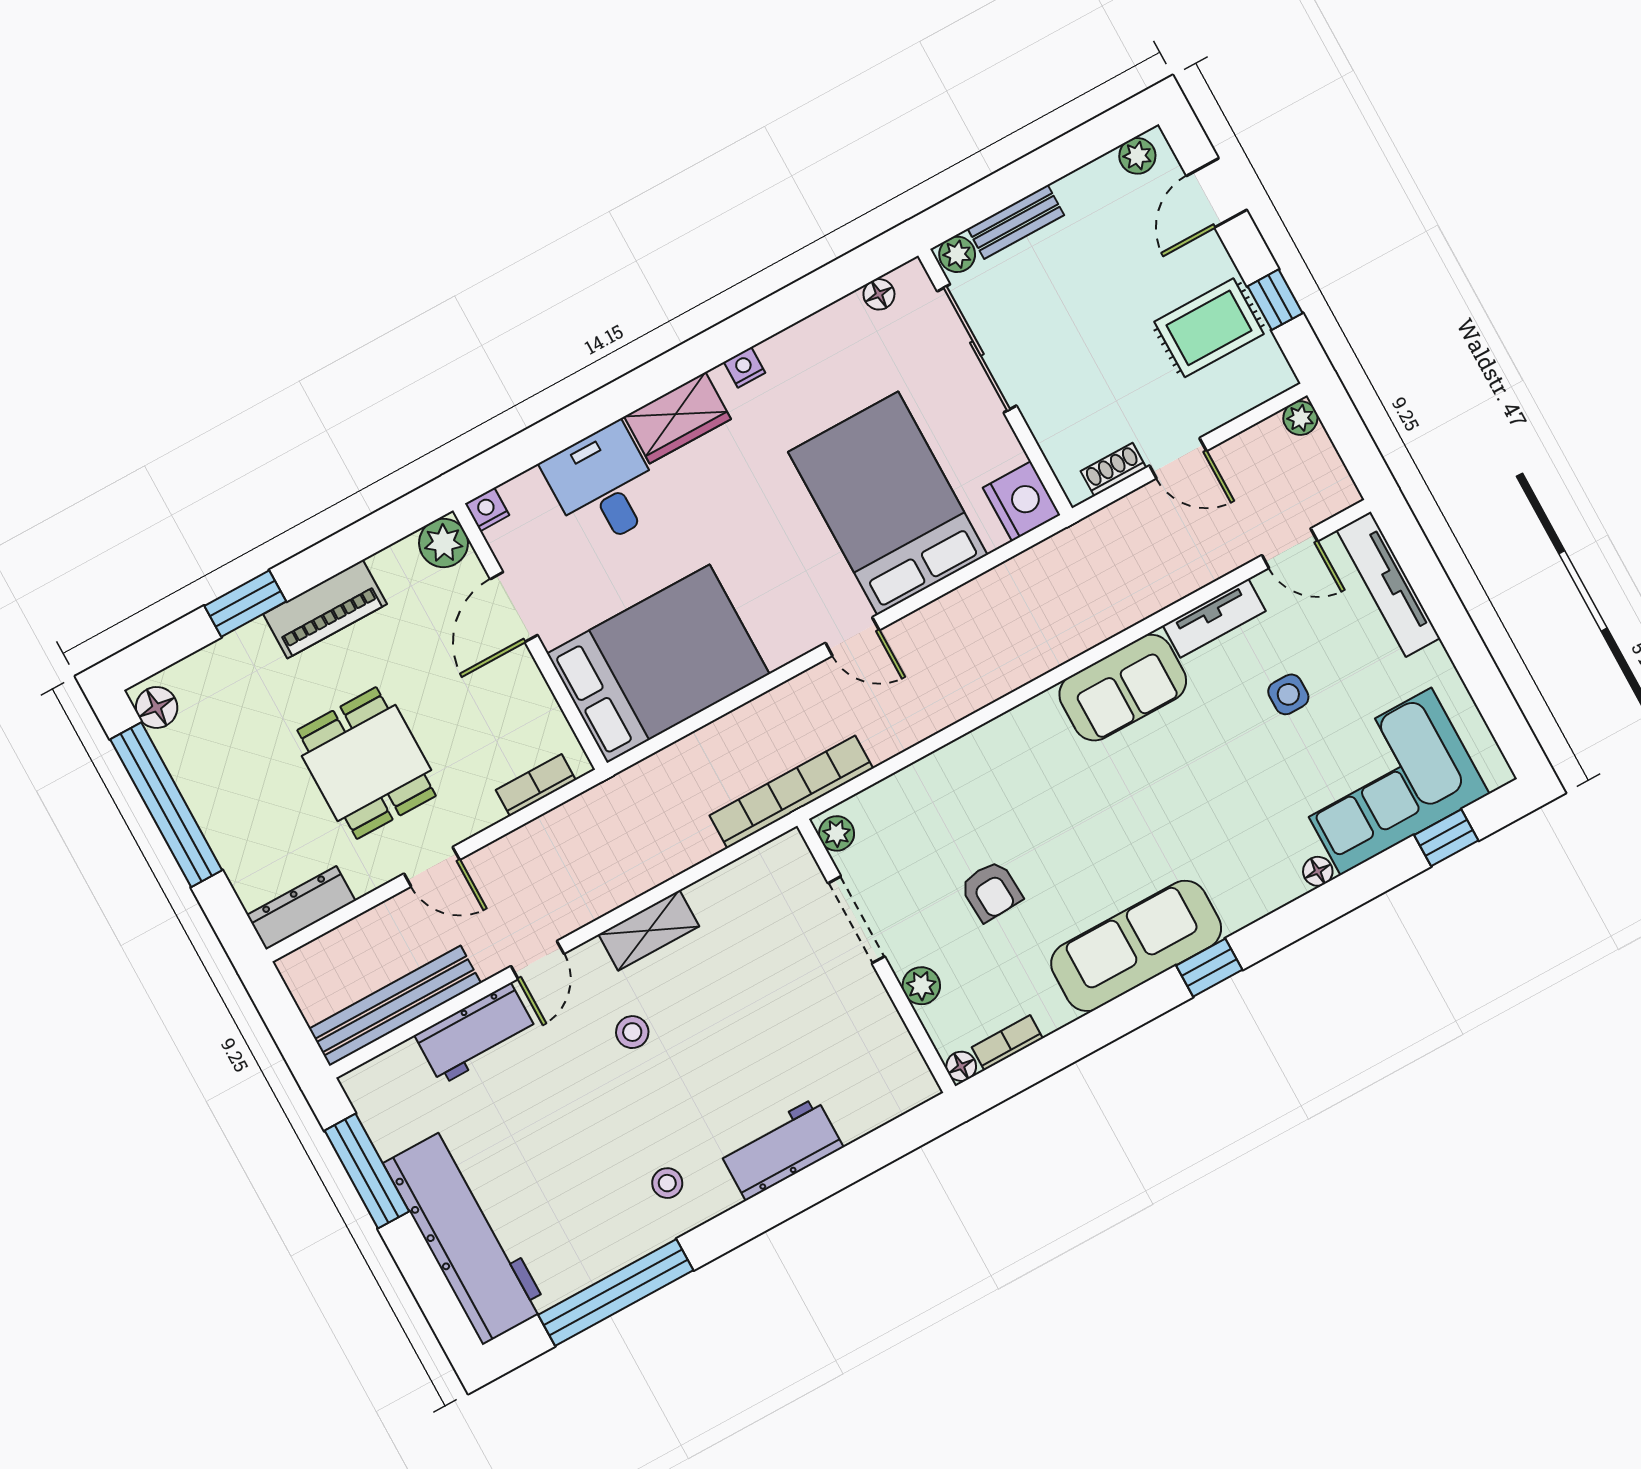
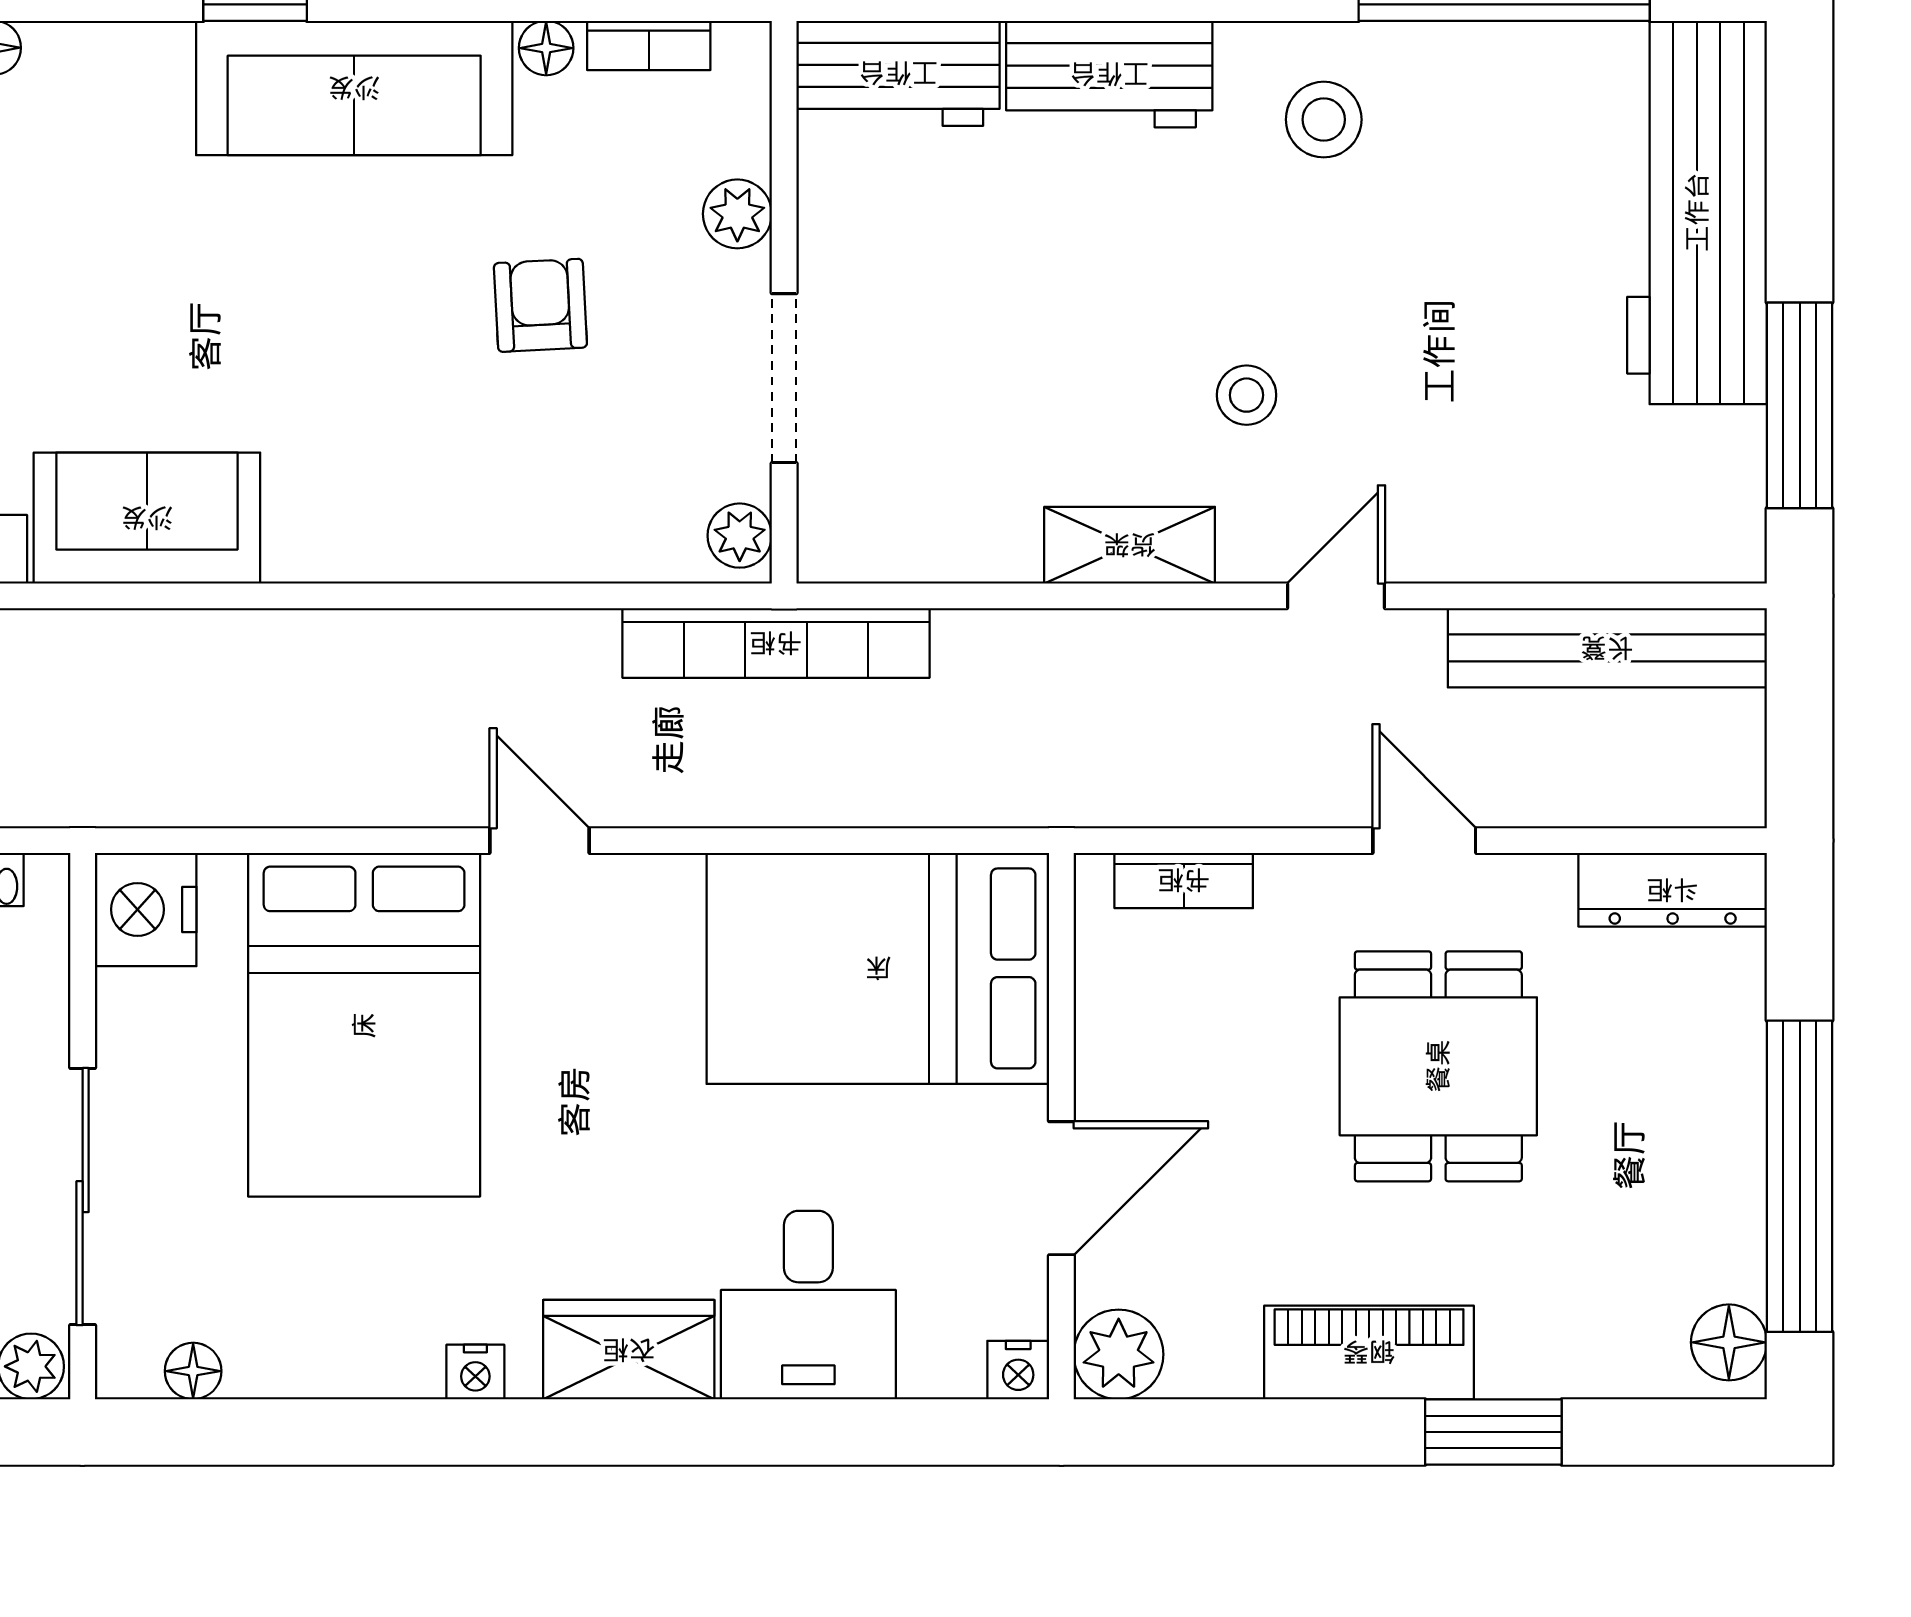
workbench: (476, 1034) -> (898, 73), moved, turned 180
floor lamp: (961, 1066) -> (546, 48), moved
stool: (667, 1183) -> (1324, 120), width x1.37, depth x1.37

